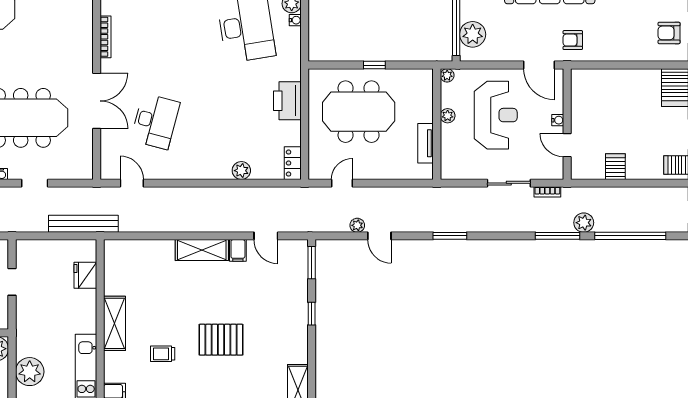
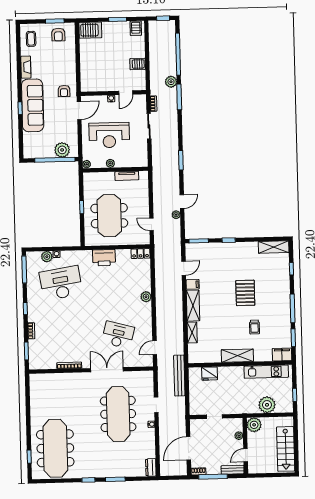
reception desk: (496, 115) -> (109, 135), turned 180
plant: (241, 171) -> (146, 297), moved
shelving: (156, 248) -> (192, 333), added

